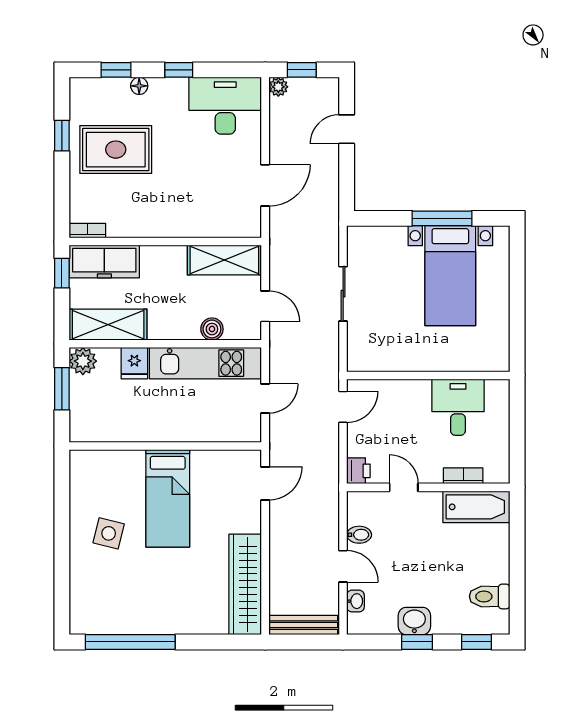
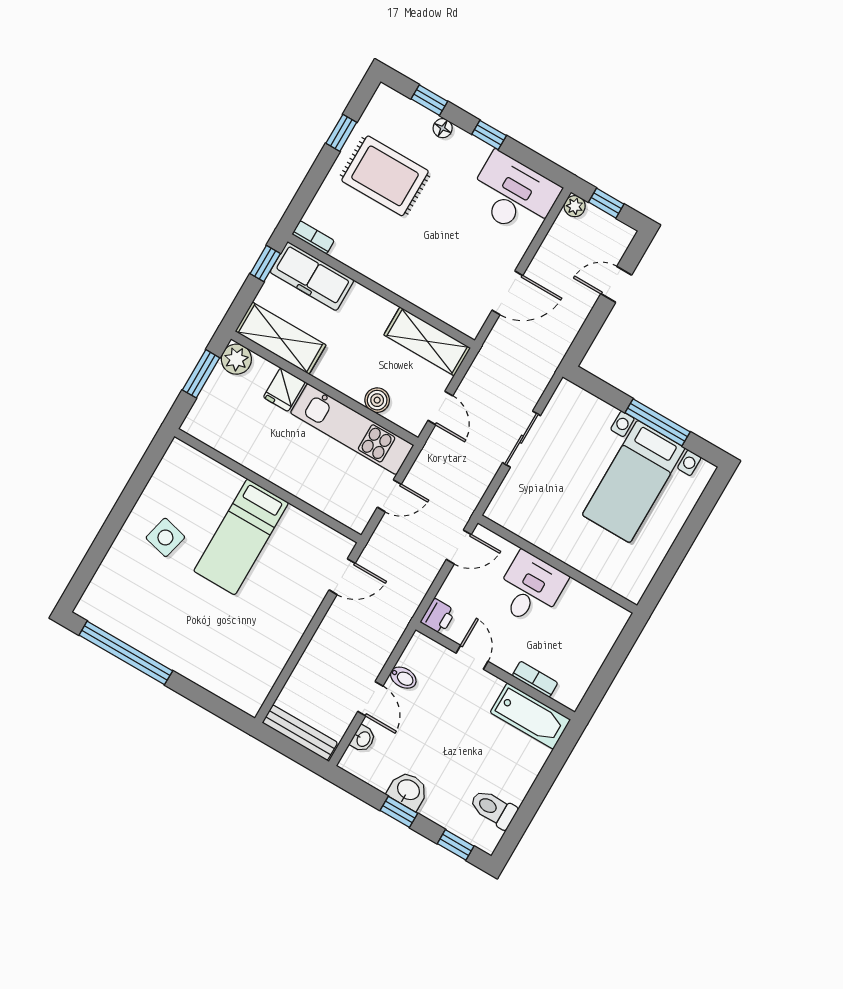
desk: (458, 407) -> (530, 589), moved
wardrobe: (245, 584) -> (267, 662), removed

